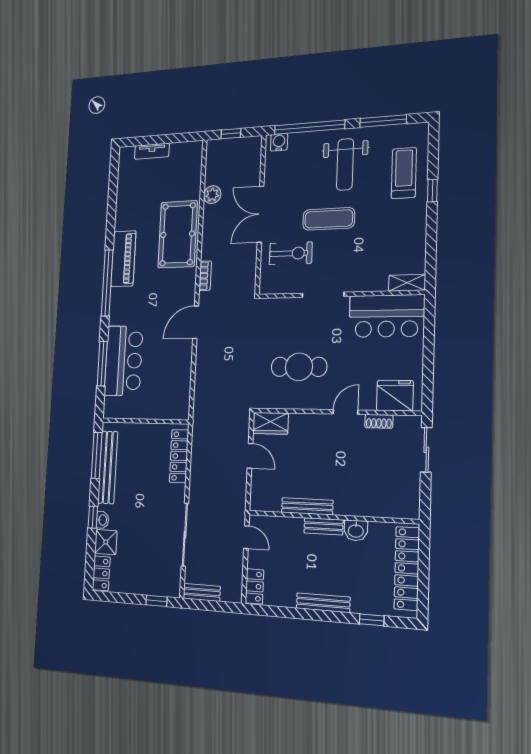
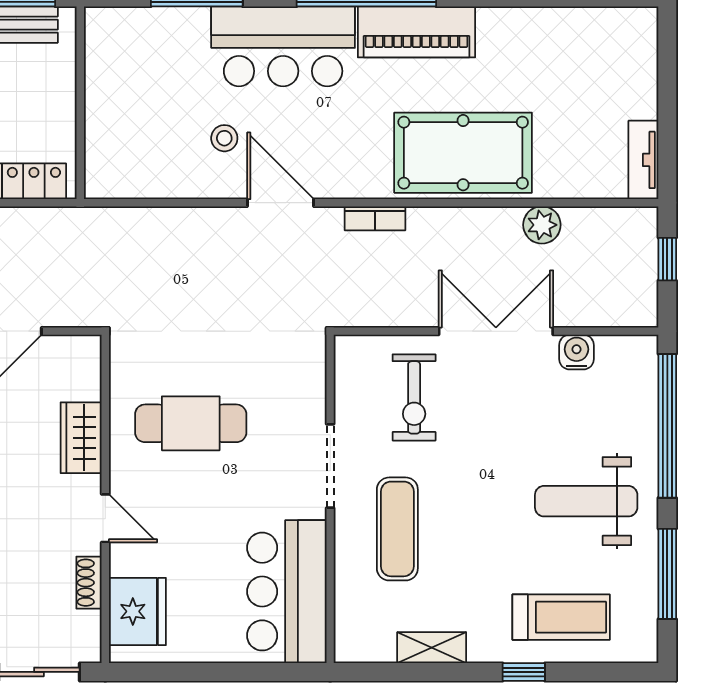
water cooler: (279, 142) -> (576, 352), moved, turned -90
tv unit: (152, 151) -> (643, 160), moved
exercise mat: (329, 219) -> (397, 529), moved
shelving: (407, 283) -> (432, 648), moved, turned 90
stool: (165, 350) -> (224, 138), added
bar counter: (124, 361) -> (283, 46), moved
cafe table: (299, 367) -> (191, 423), turned 90
wardrobe: (270, 423) -> (81, 438), moved

